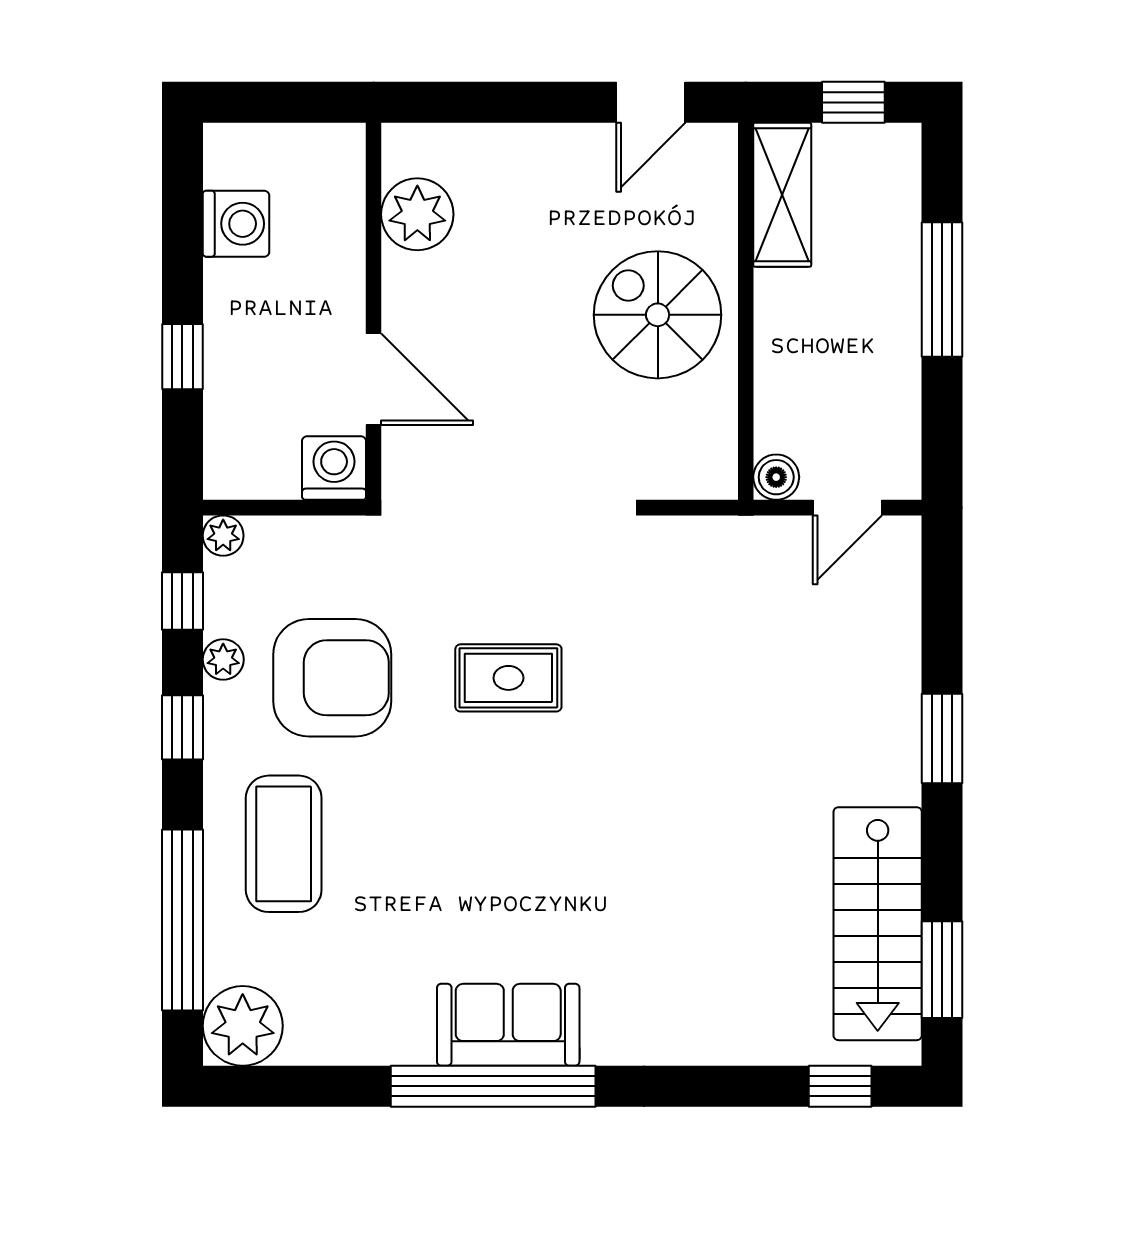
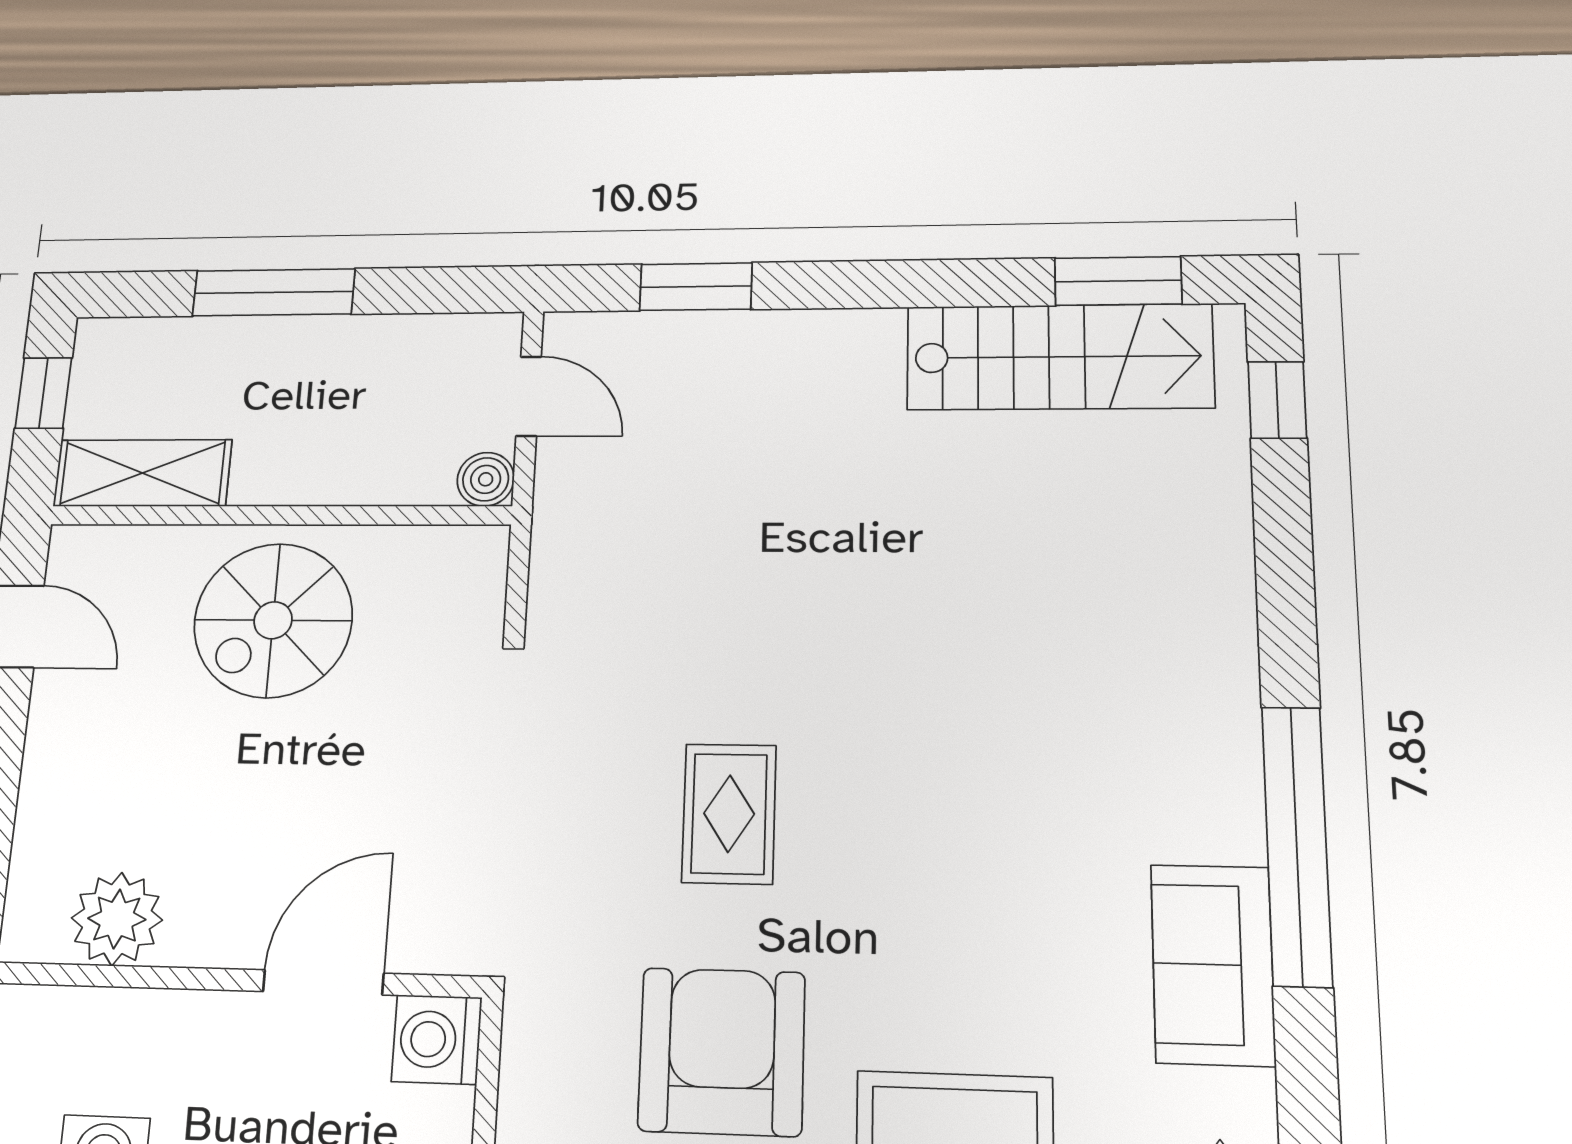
window: (942, 738) -> (696, 287), moved
sofa: (508, 1025) -> (1213, 965), moved

